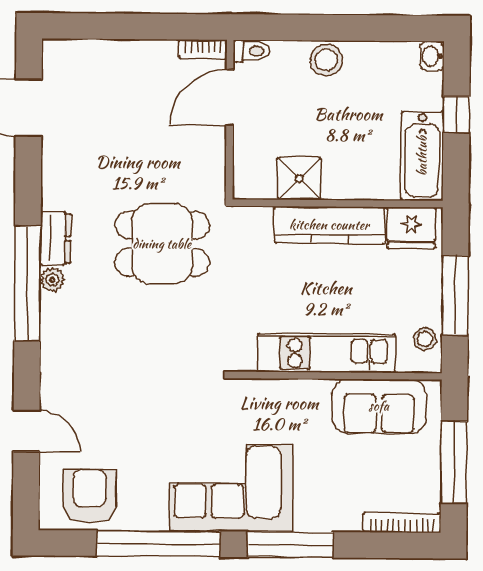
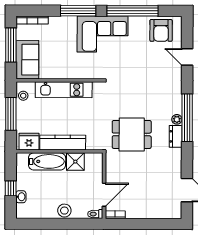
washbasin: (432, 56) -> (21, 197), moved
bathtub: (422, 156) -> (47, 161), moved, turned 90
sofa: (379, 406) -> (27, 60), moved, turned 90

